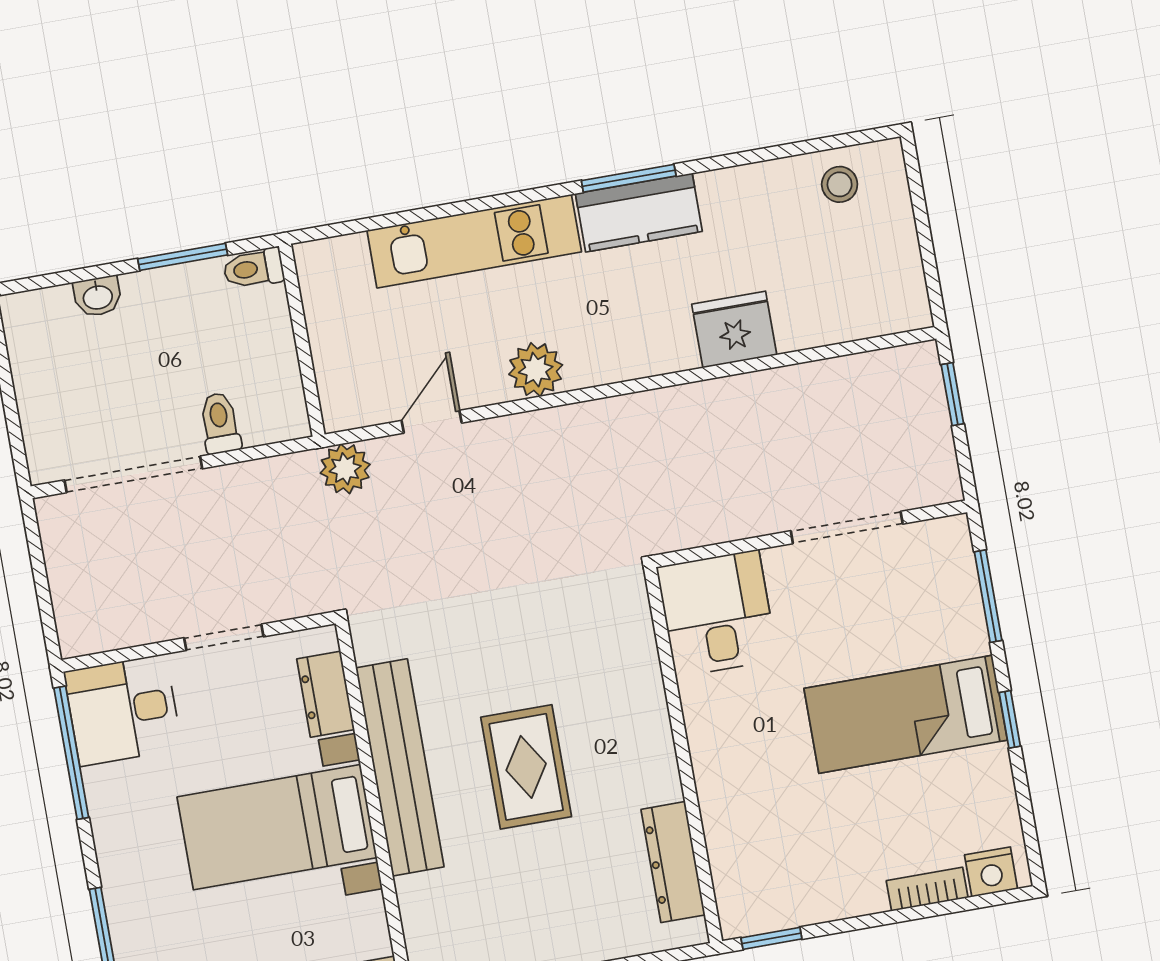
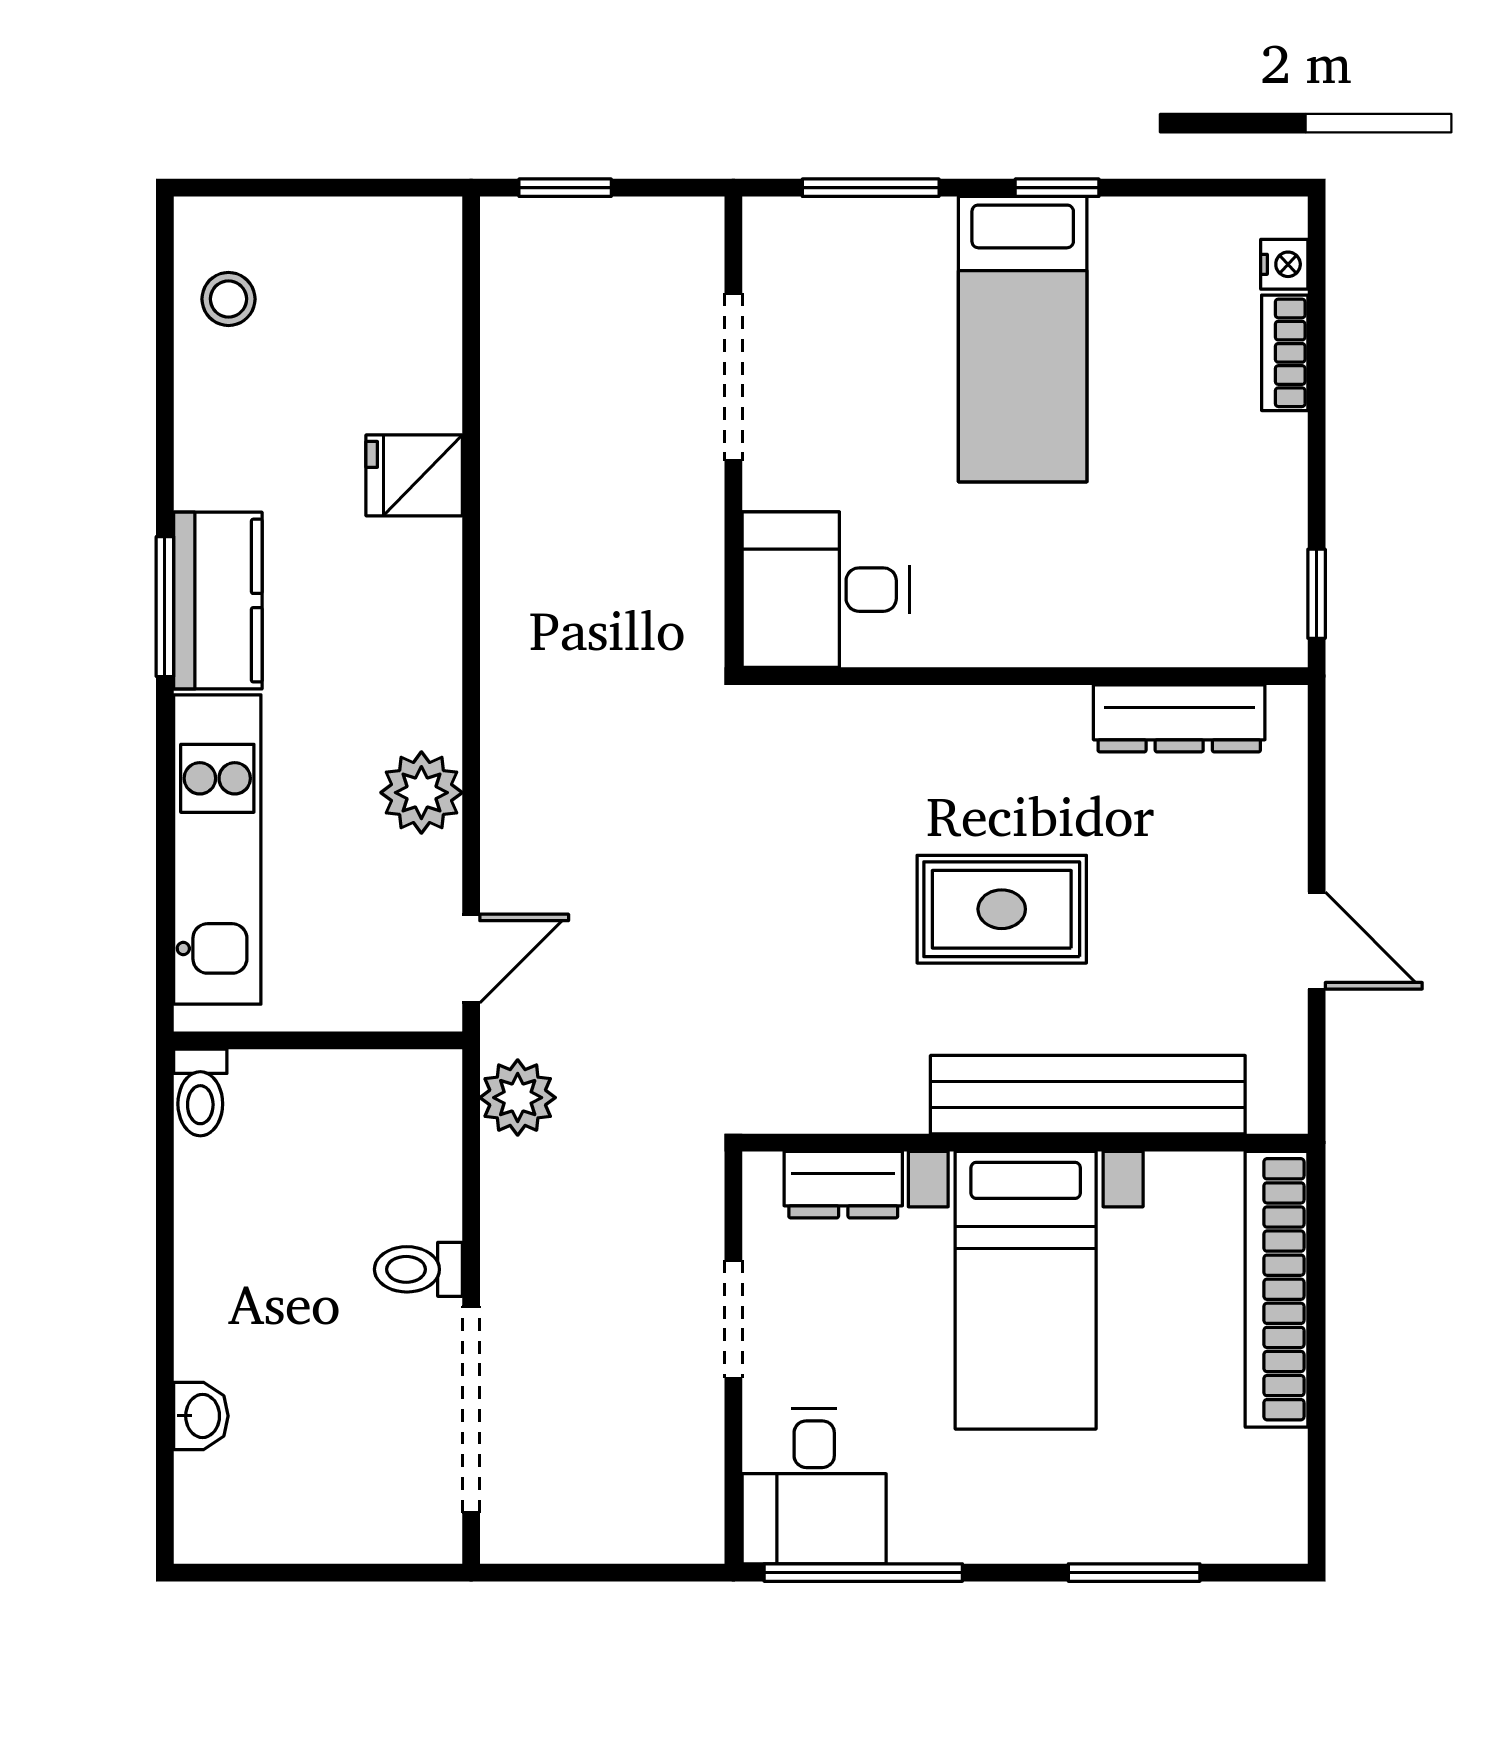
window: (183, 257) -> (165, 1281), removed
toilet: (254, 268) -> (200, 1093), moved
fridge: (734, 330) -> (414, 475), width x0.72
wall: (302, 340) -> (318, 1040), moved
door: (432, 422) -> (471, 959), swing flipped
bench: (400, 767) -> (1088, 1095), moved
nightstand: (991, 872) -> (1284, 264), width x0.72, depth x0.74

